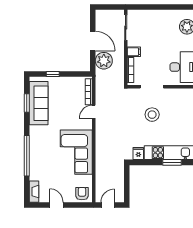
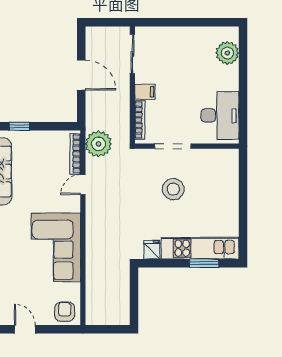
plant: (104, 61) -> (98, 144), moved
door: (108, 205) -> (105, 329), removed

